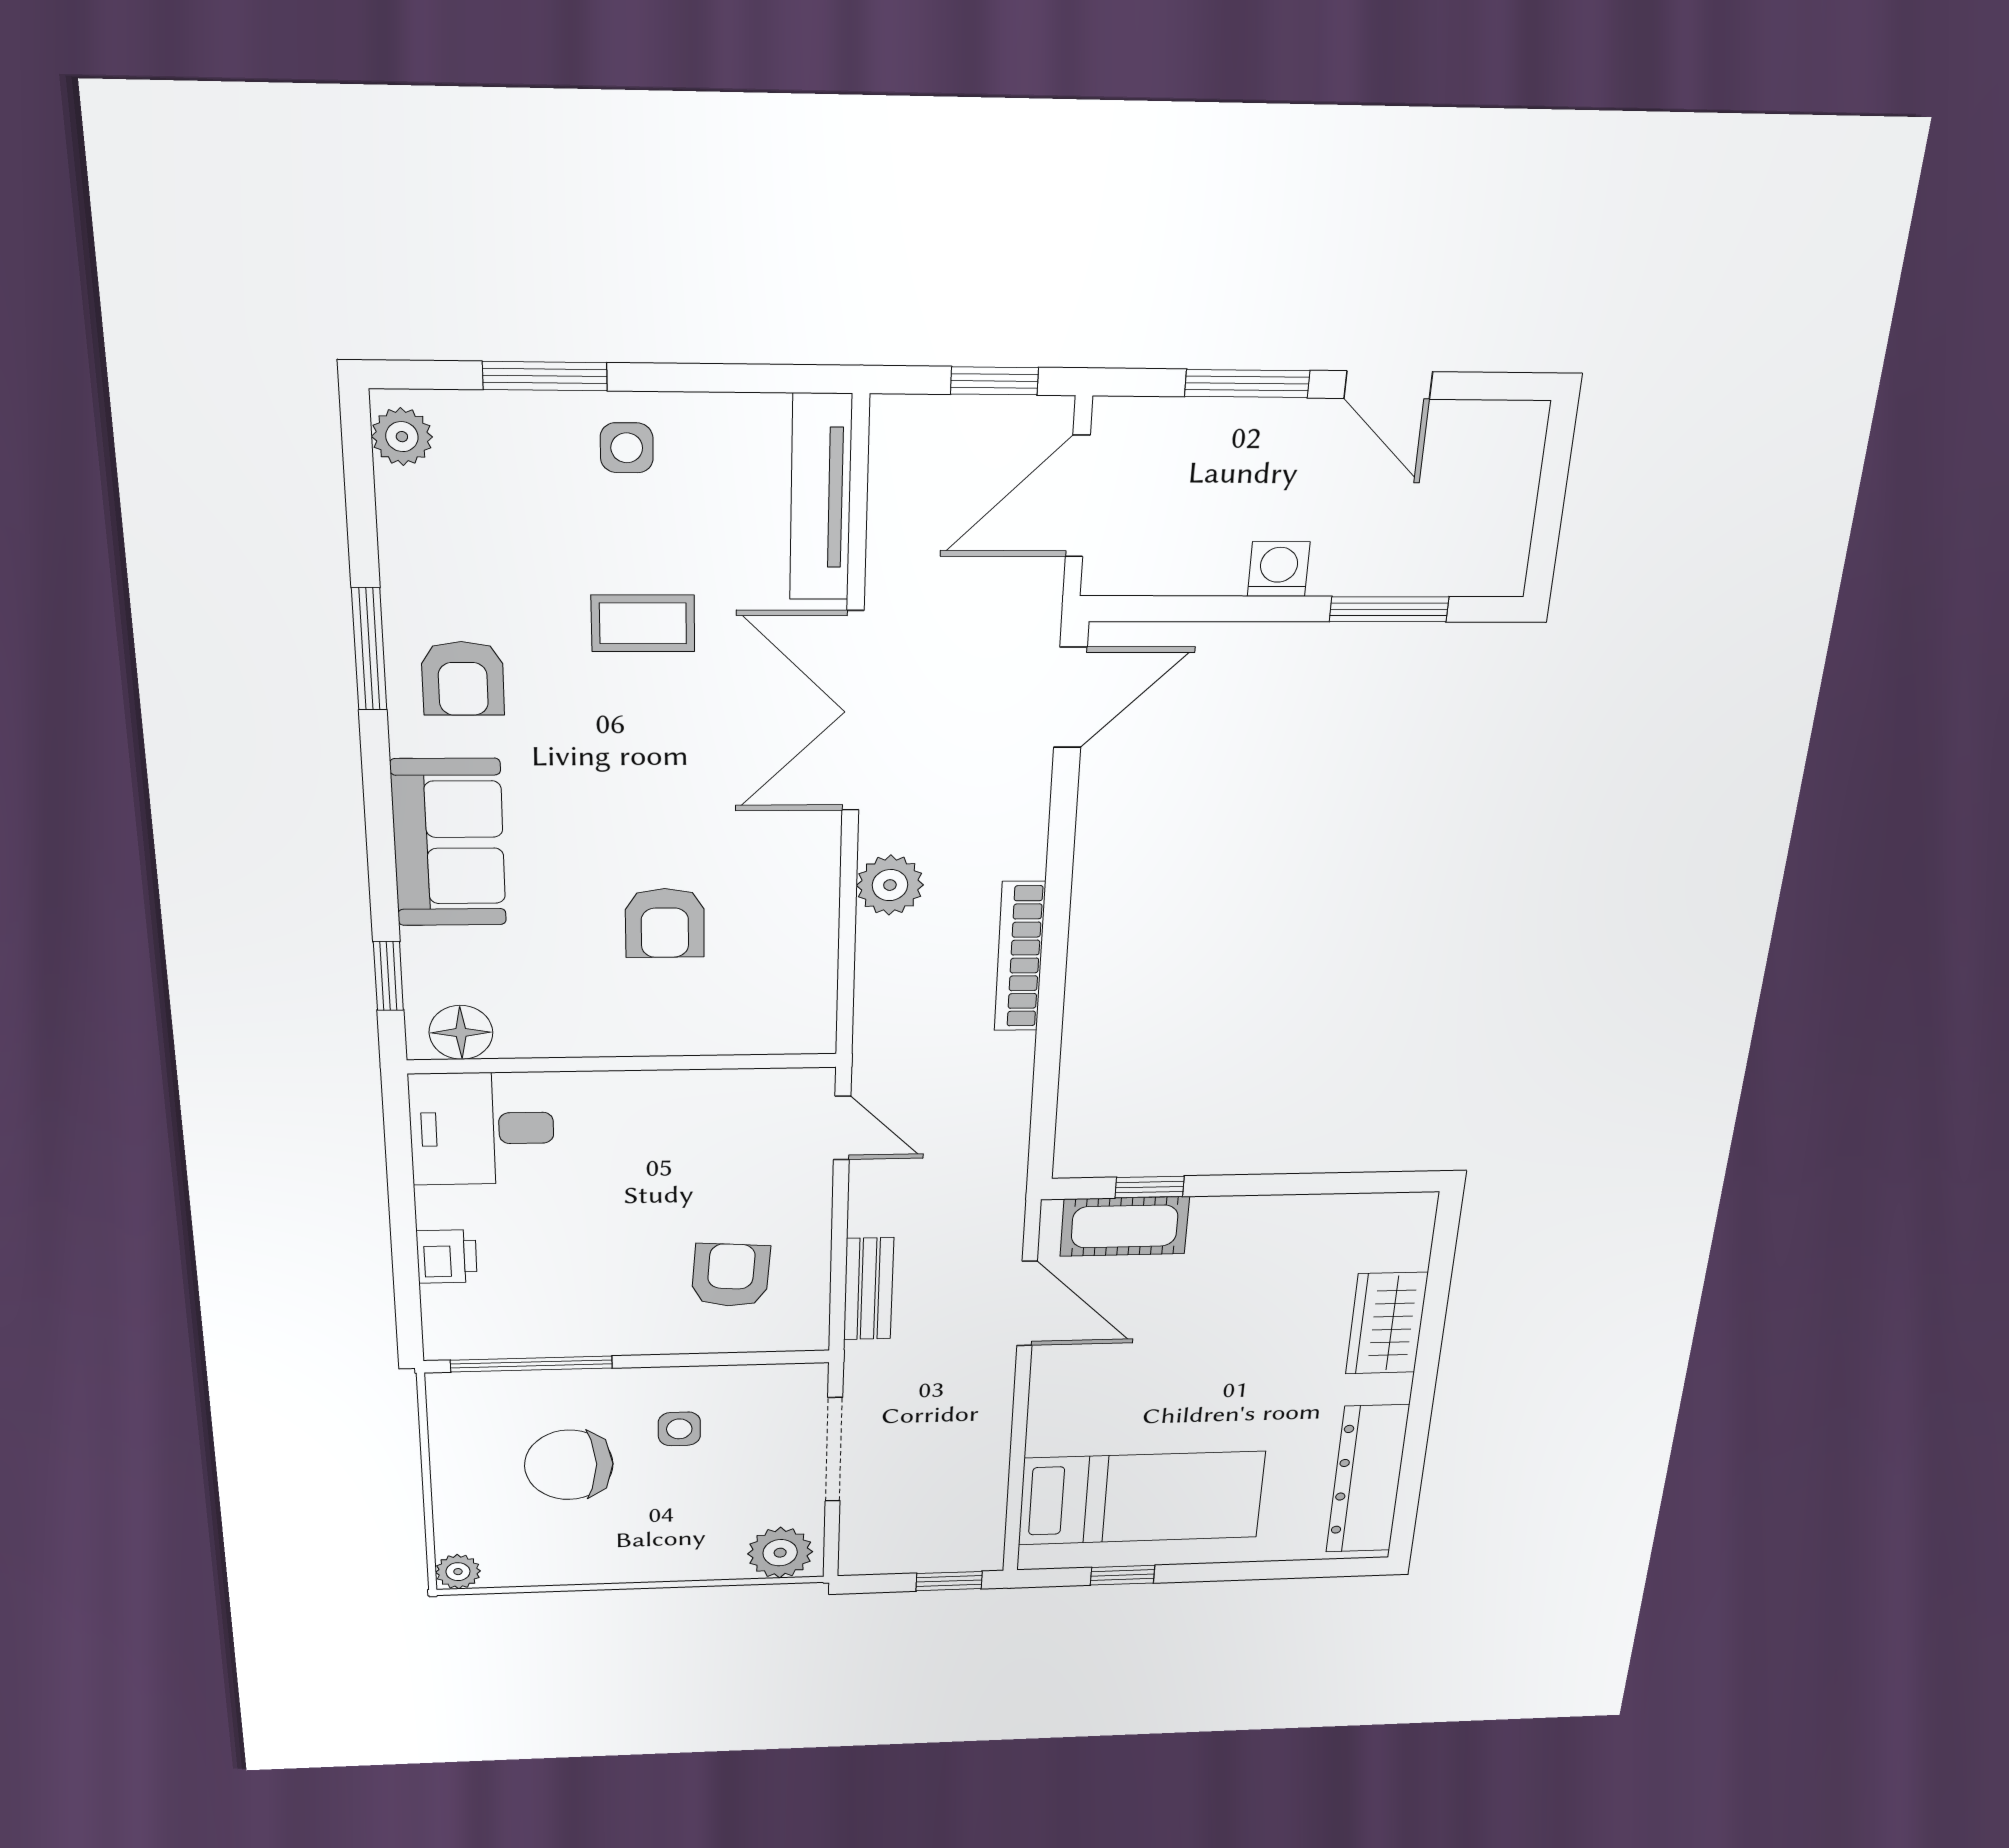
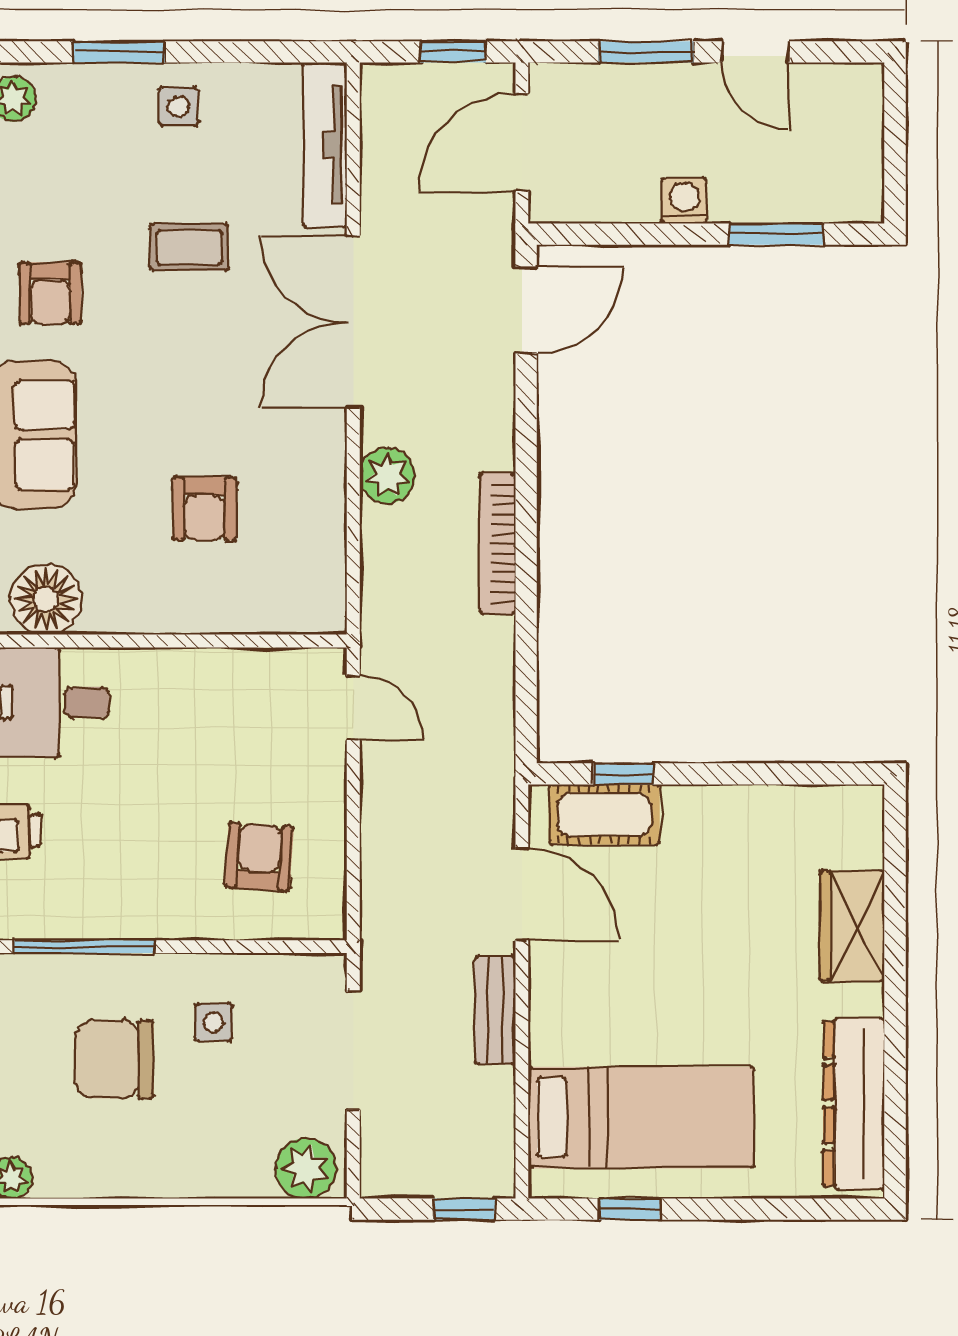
floor lamp: (461, 1032) -> (46, 599), width x1.38, depth x1.38
bench: (869, 1289) -> (495, 1010), moved

